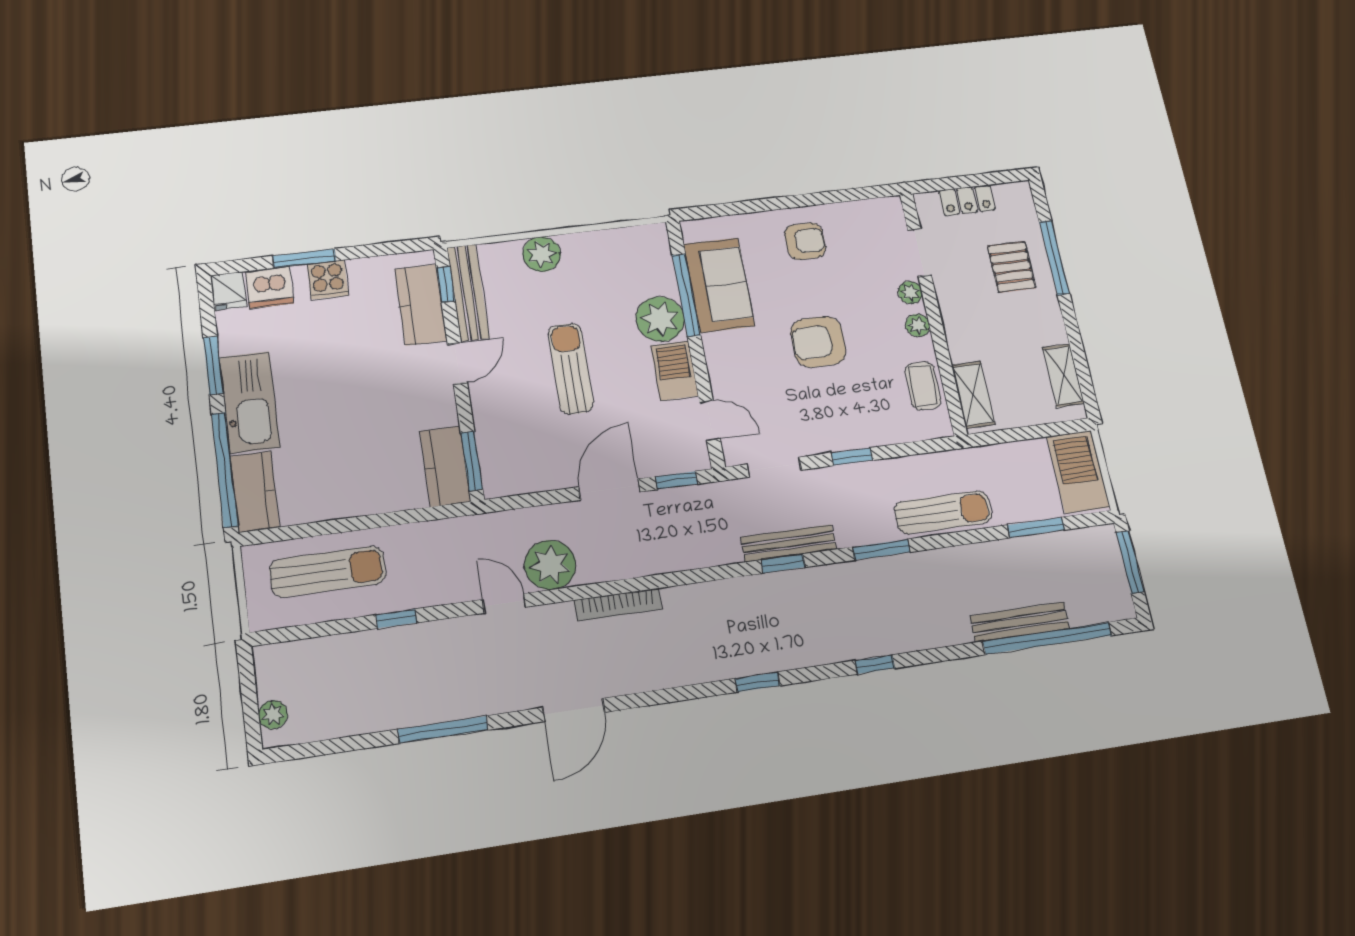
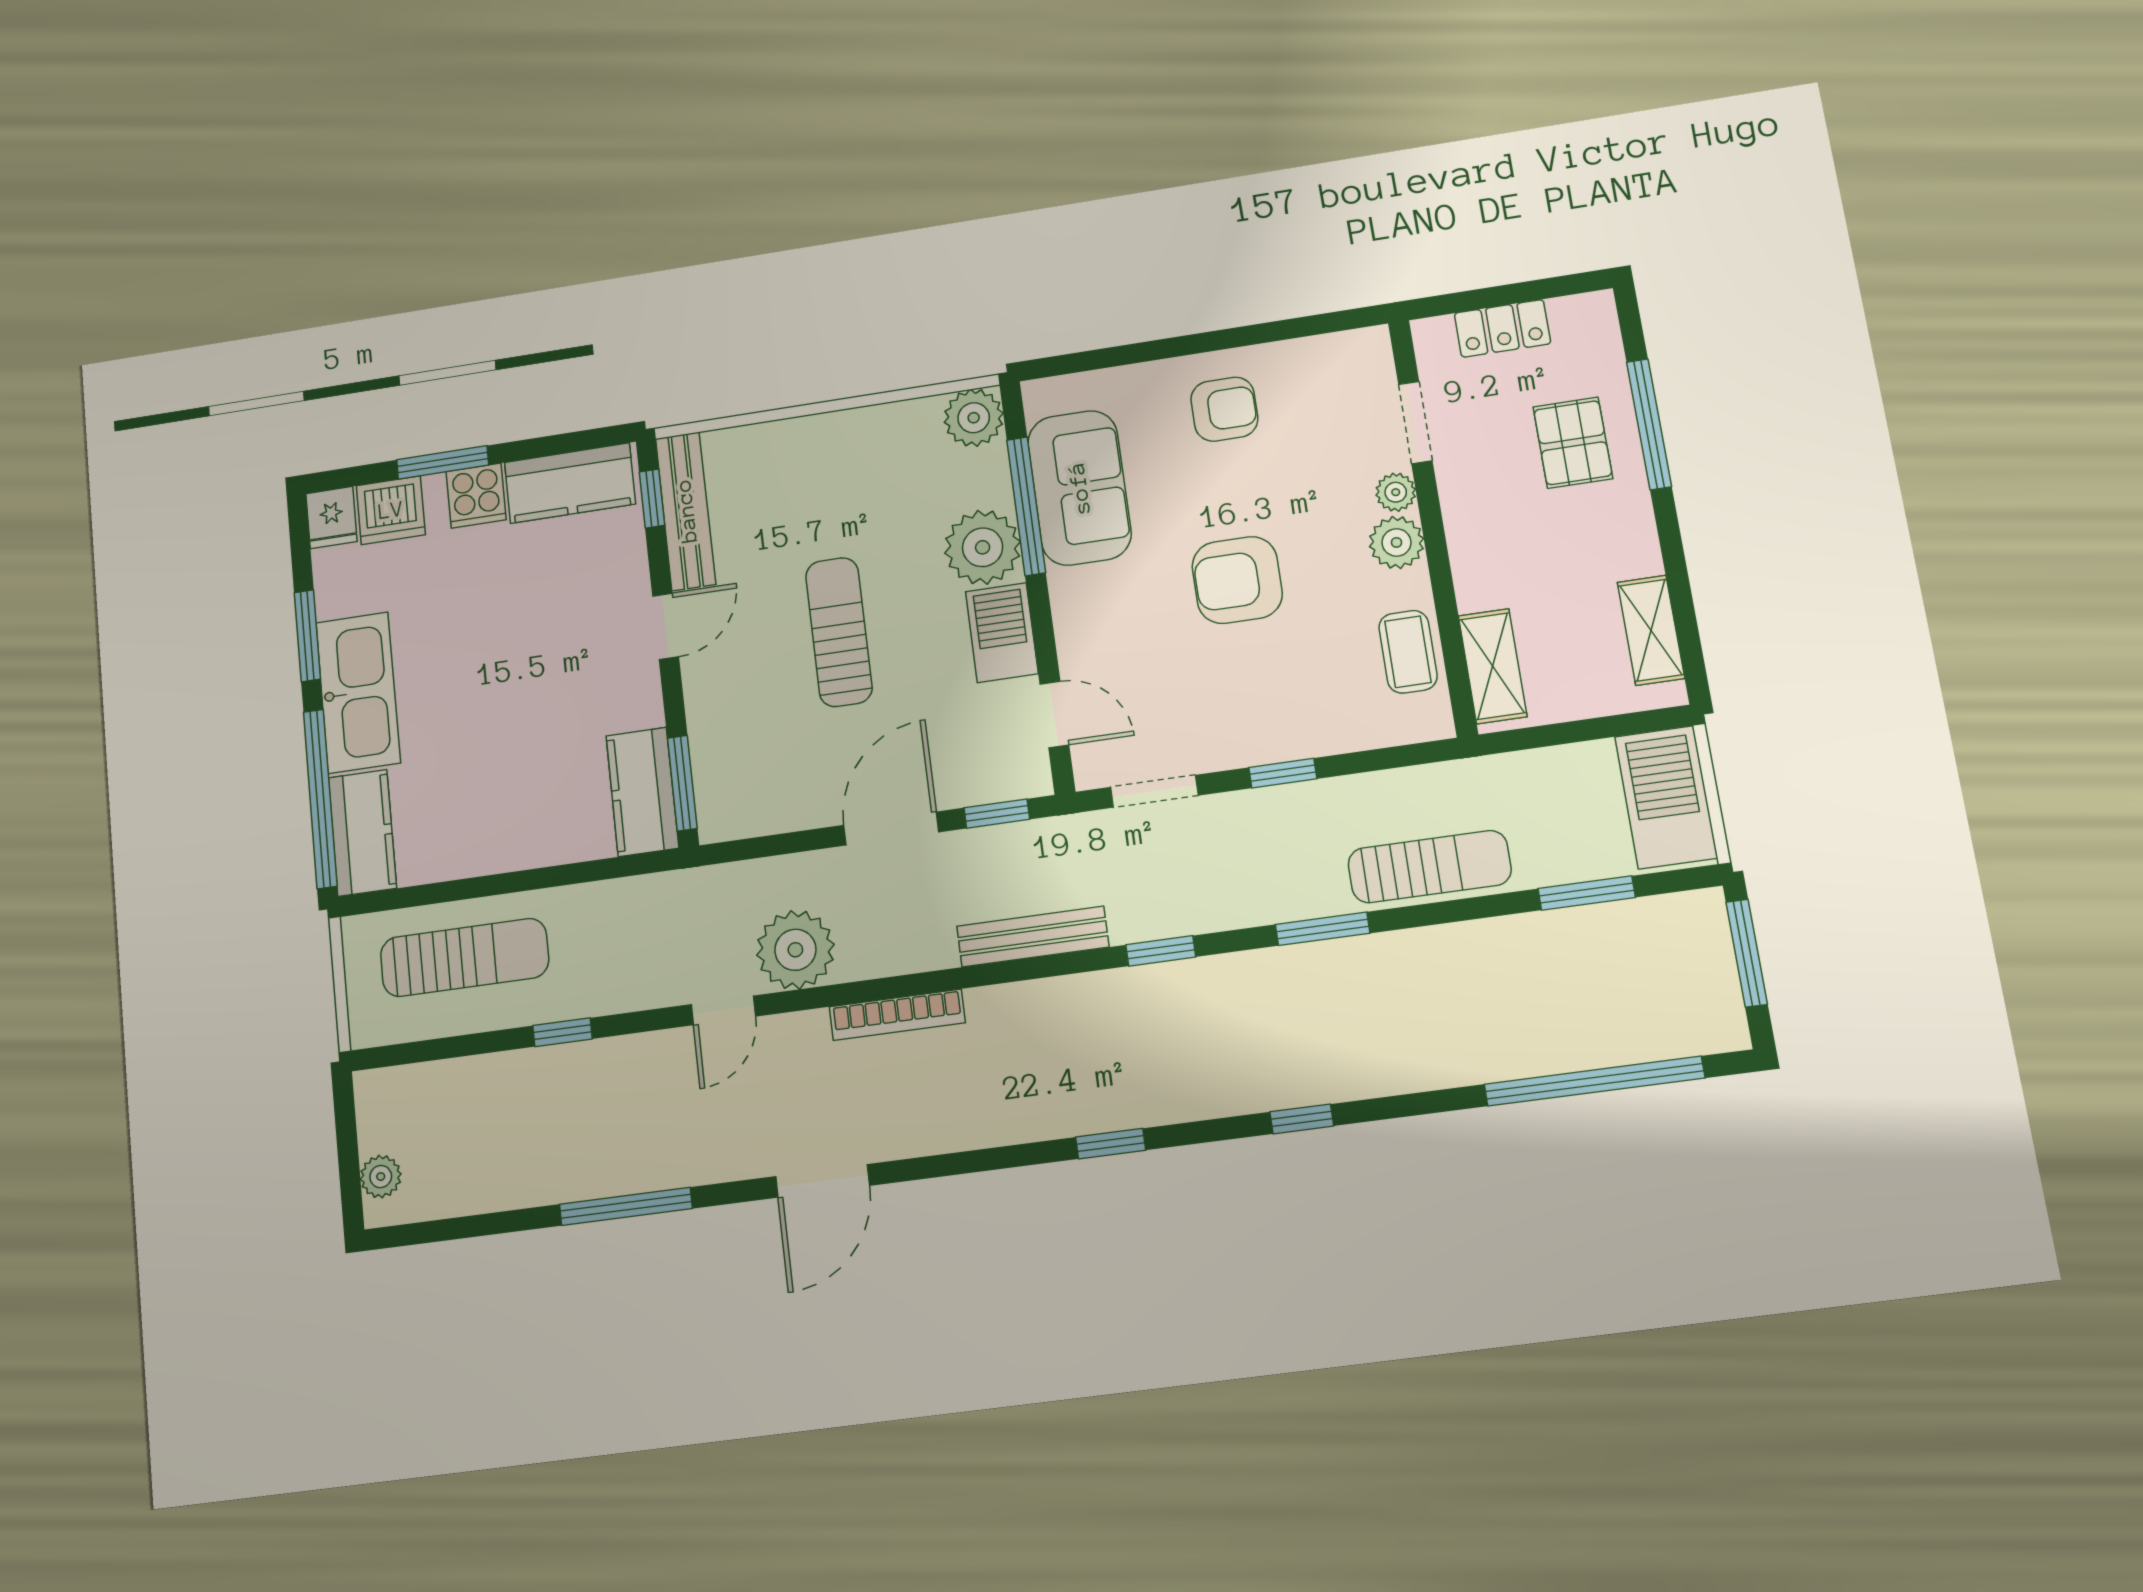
plant: (542, 254) -> (974, 418), moved
kitchen counter: (421, 305) -> (570, 483), moved, turned -90
plant: (918, 325) -> (1397, 542), width x1.38, depth x1.38
bench: (789, 543) -> (1033, 937), moved
door: (504, 603) -> (723, 1010), swing flipped
bench: (1020, 622) -> (1549, 1053), removed

